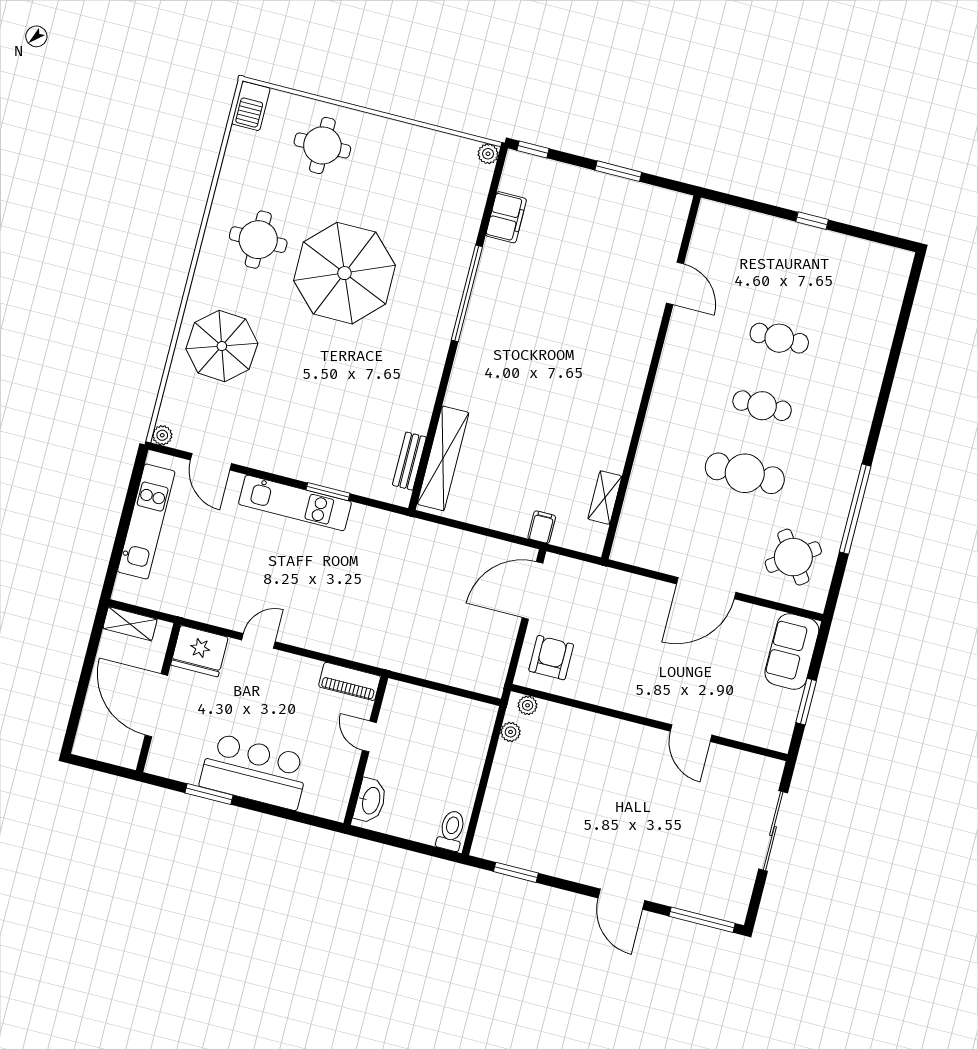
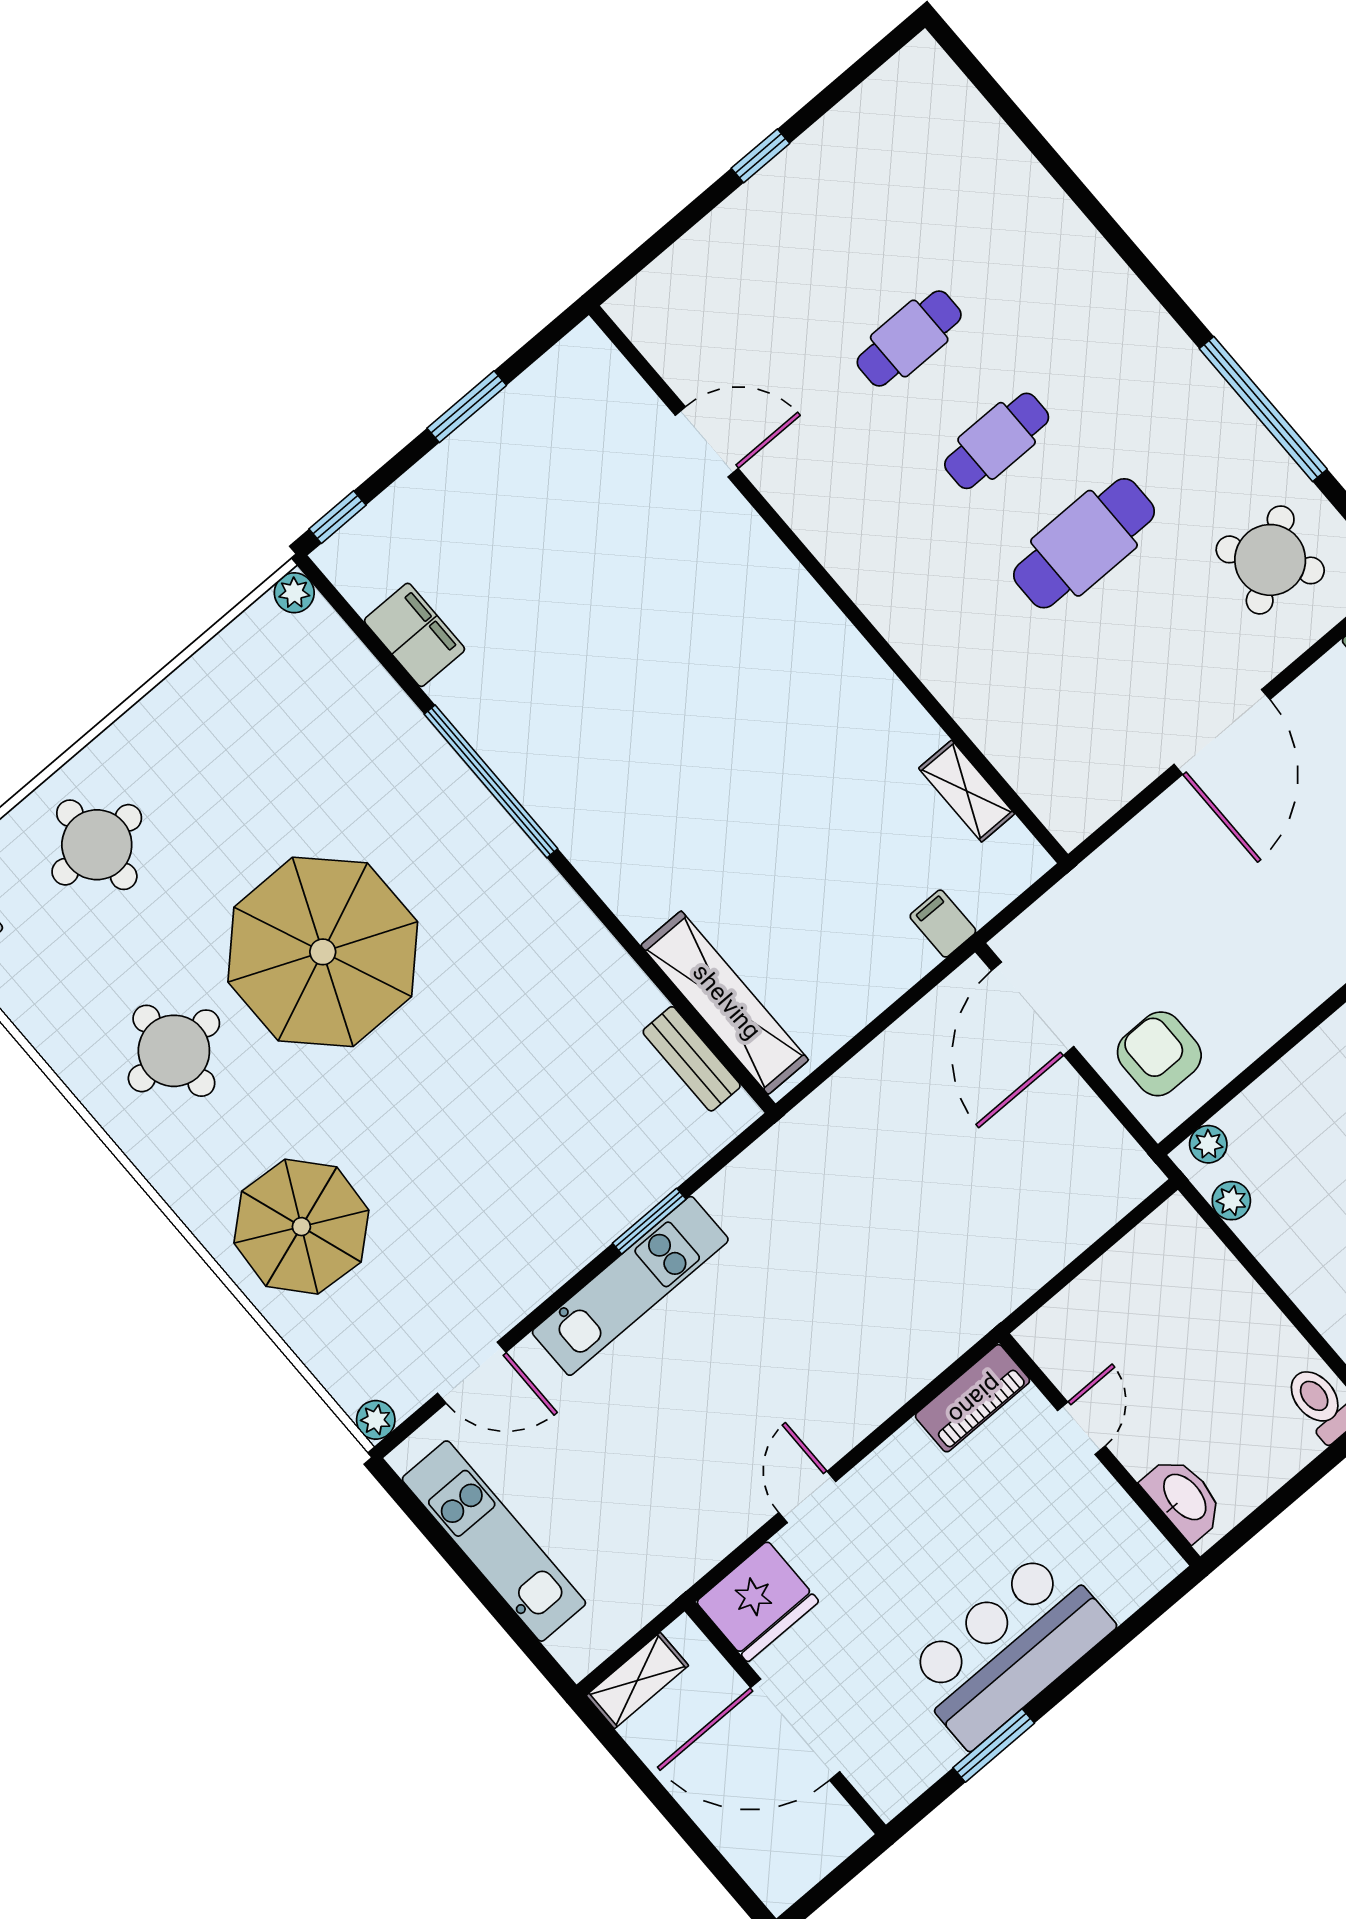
door: (369, 736) -> (1081, 1428), swing flipped

